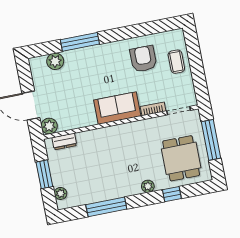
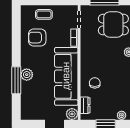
plant: (55, 61) -> (27, 75), moved
sofa: (117, 108) -> (66, 76), width x1.85, depth x1.27
chair: (97, 149) -> (95, 83), added

